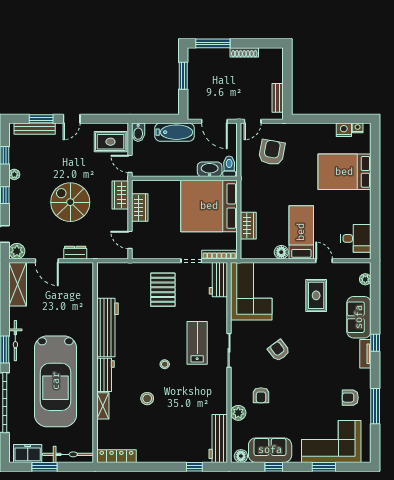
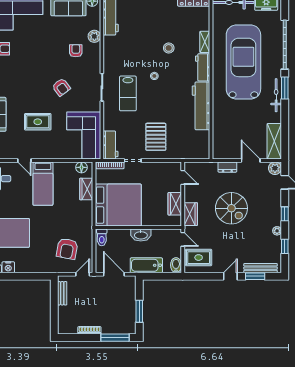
washbasin: (210, 169) -> (141, 235), moved
floor lamp: (281, 252) -> (81, 167), moved
rug: (316, 295) -> (38, 122), moved, turned 90

